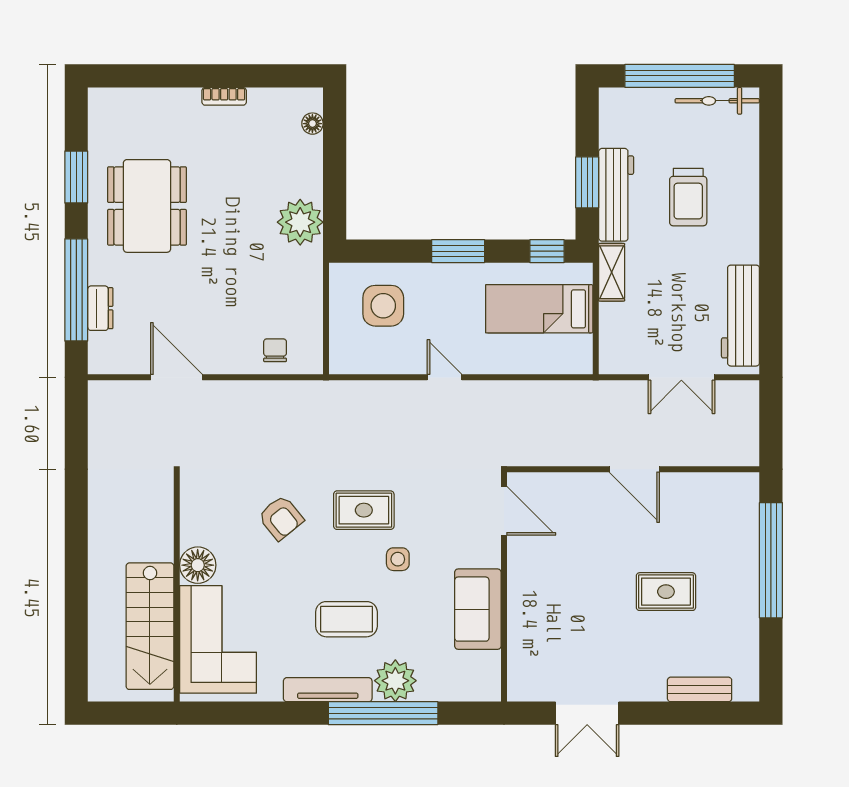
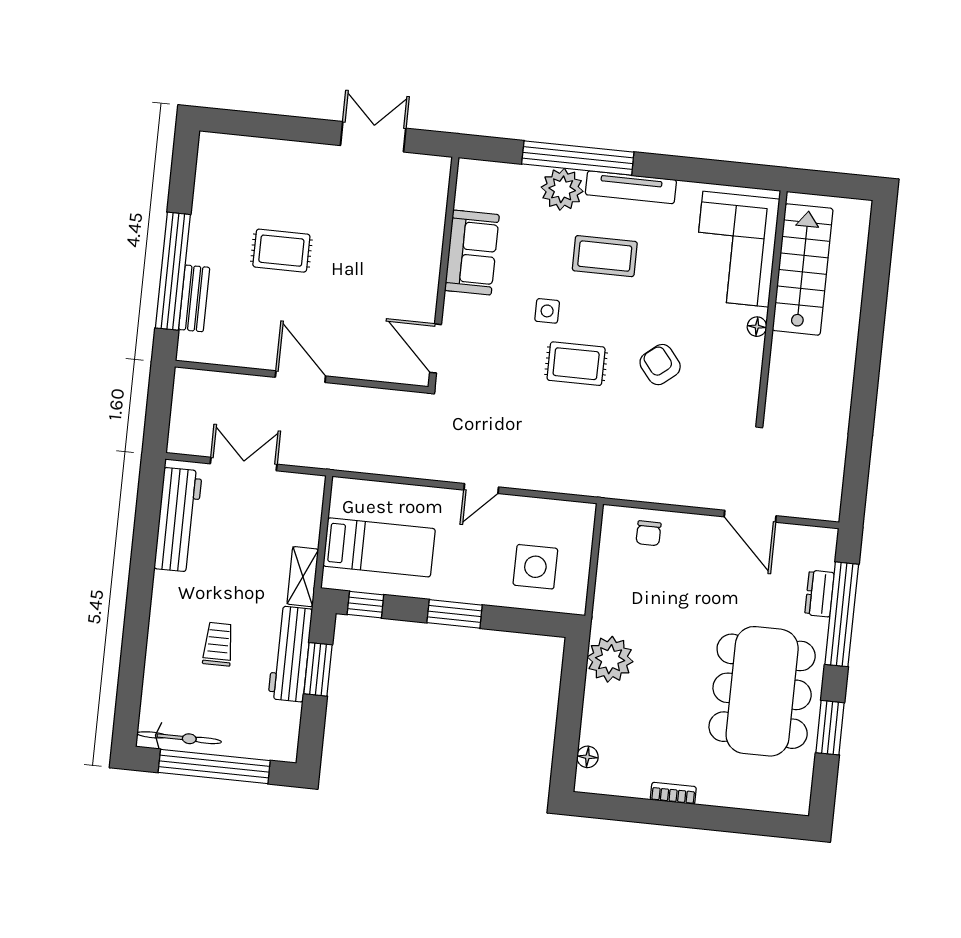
trolley: (688, 197) -> (218, 644), width x0.73, depth x0.72
dining table: (147, 206) -> (762, 691), width x1.36, depth x1.24
door: (445, 377) -> (481, 489), hinge flipped
floor lamp: (198, 565) -> (757, 327), width x0.53, depth x0.53
bench: (700, 689) -> (194, 298), moved, turned 90

